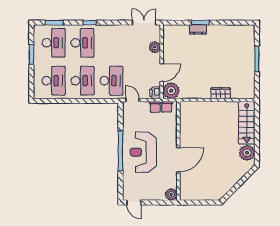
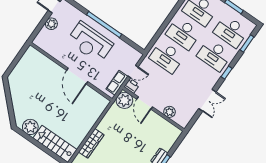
double door: (144, 23) -> (207, 100), moved
wardrobe: (221, 93) -> (91, 143), width x1.50
door: (132, 100) -> (133, 71), moved
reception desk: (143, 152) -> (90, 42), turned 180
door: (178, 160) -> (77, 76), moved
plant: (171, 195) -> (51, 24), moved

